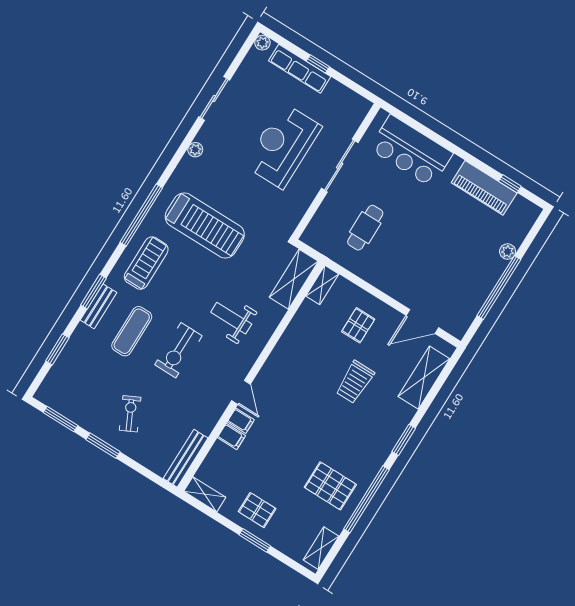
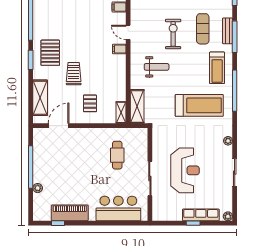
treadmill: (205, 225) -> (199, 105), turned 180
window: (93, 292) -> (235, 37), width x1.44
filing cabinet: (241, 421) -> (119, 49), moved
pallet: (330, 486) -> (50, 53), moved, turned 90

